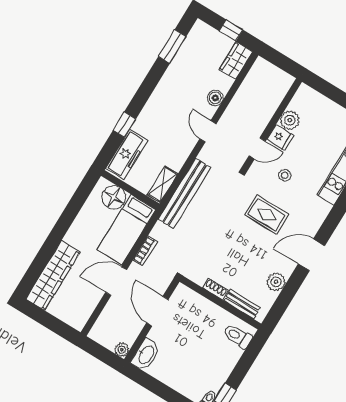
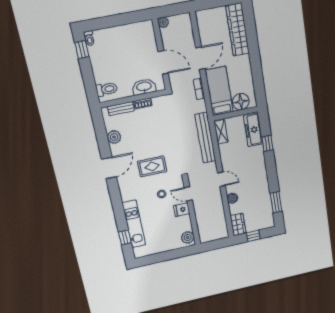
plant: (290, 120) -> (188, 237), moved
door: (257, 148) -> (188, 194), hinge flipped
washbasin: (146, 354) -> (144, 87), moved, turned 90

